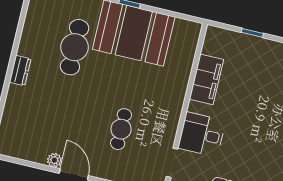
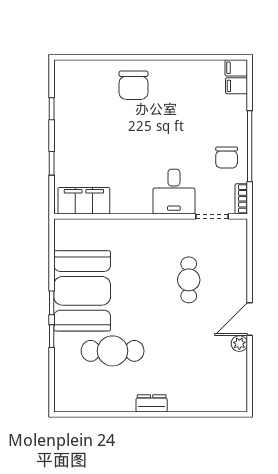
filing cabinet: (207, 79) -> (84, 201), moved
cafe table: (121, 129) -> (189, 280), turned 90

